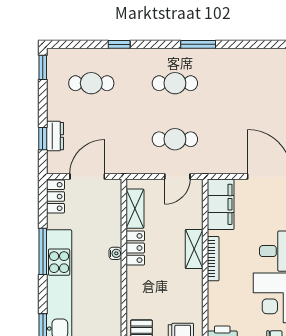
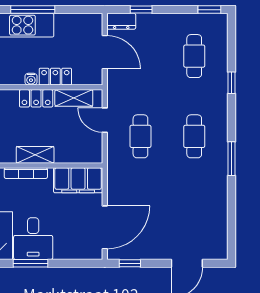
dresser: (55, 136) -> (121, 21), moved
door: (177, 177) -> (105, 120), moved
locker: (55, 196) -> (55, 77), moved, turned 180

